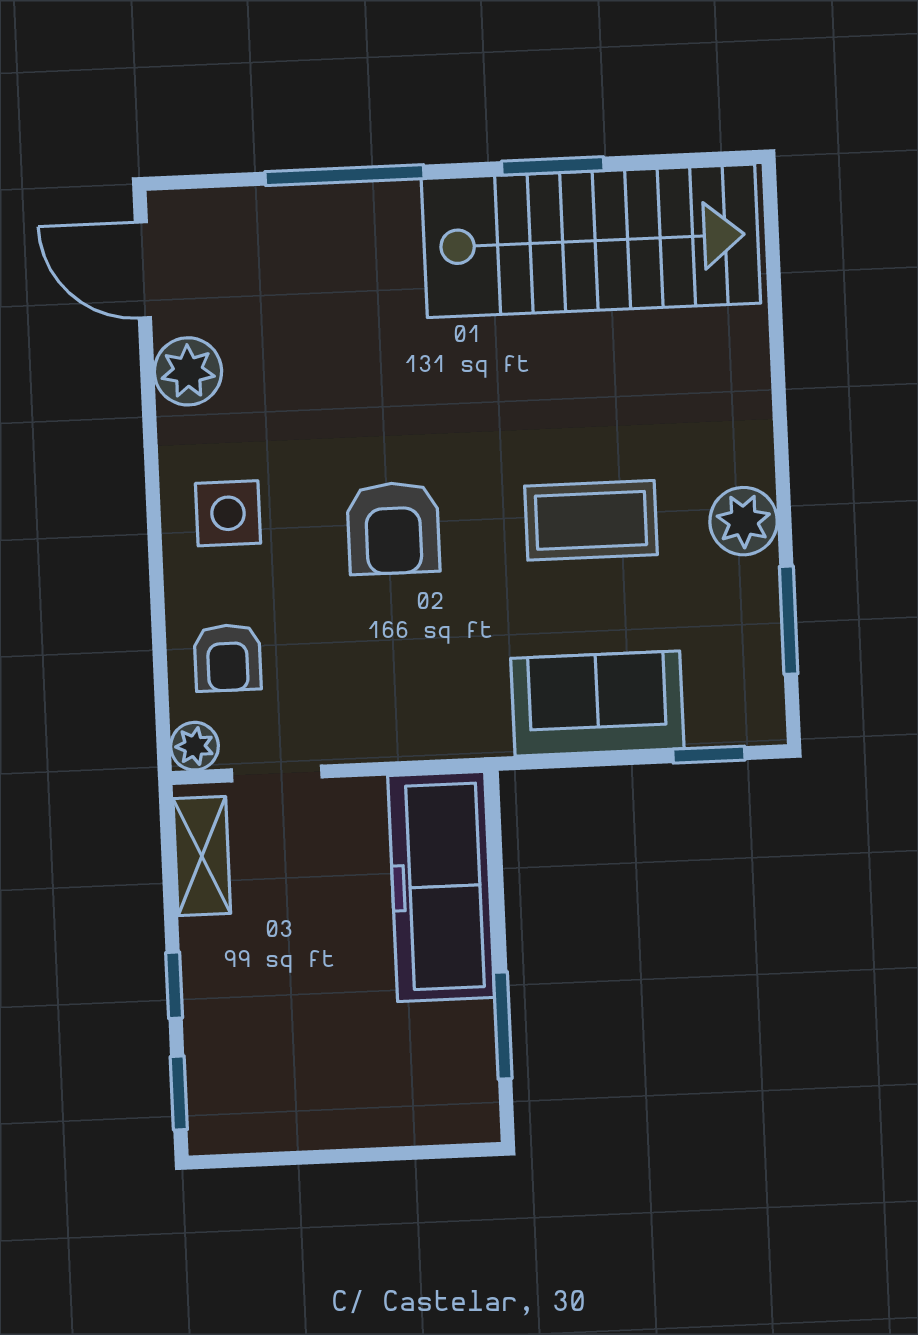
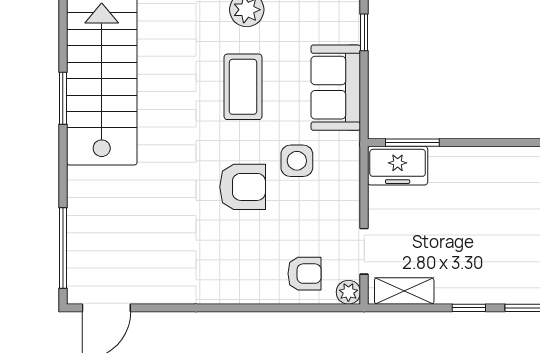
window: (344, 175) -> (63, 248), moved
plant: (188, 371) -> (159, 287), removed
side table: (228, 513) -> (297, 161), moved
freezer: (441, 886) -> (398, 166), width x0.52, depth x0.79
window: (503, 1026) -> (412, 143), moved

